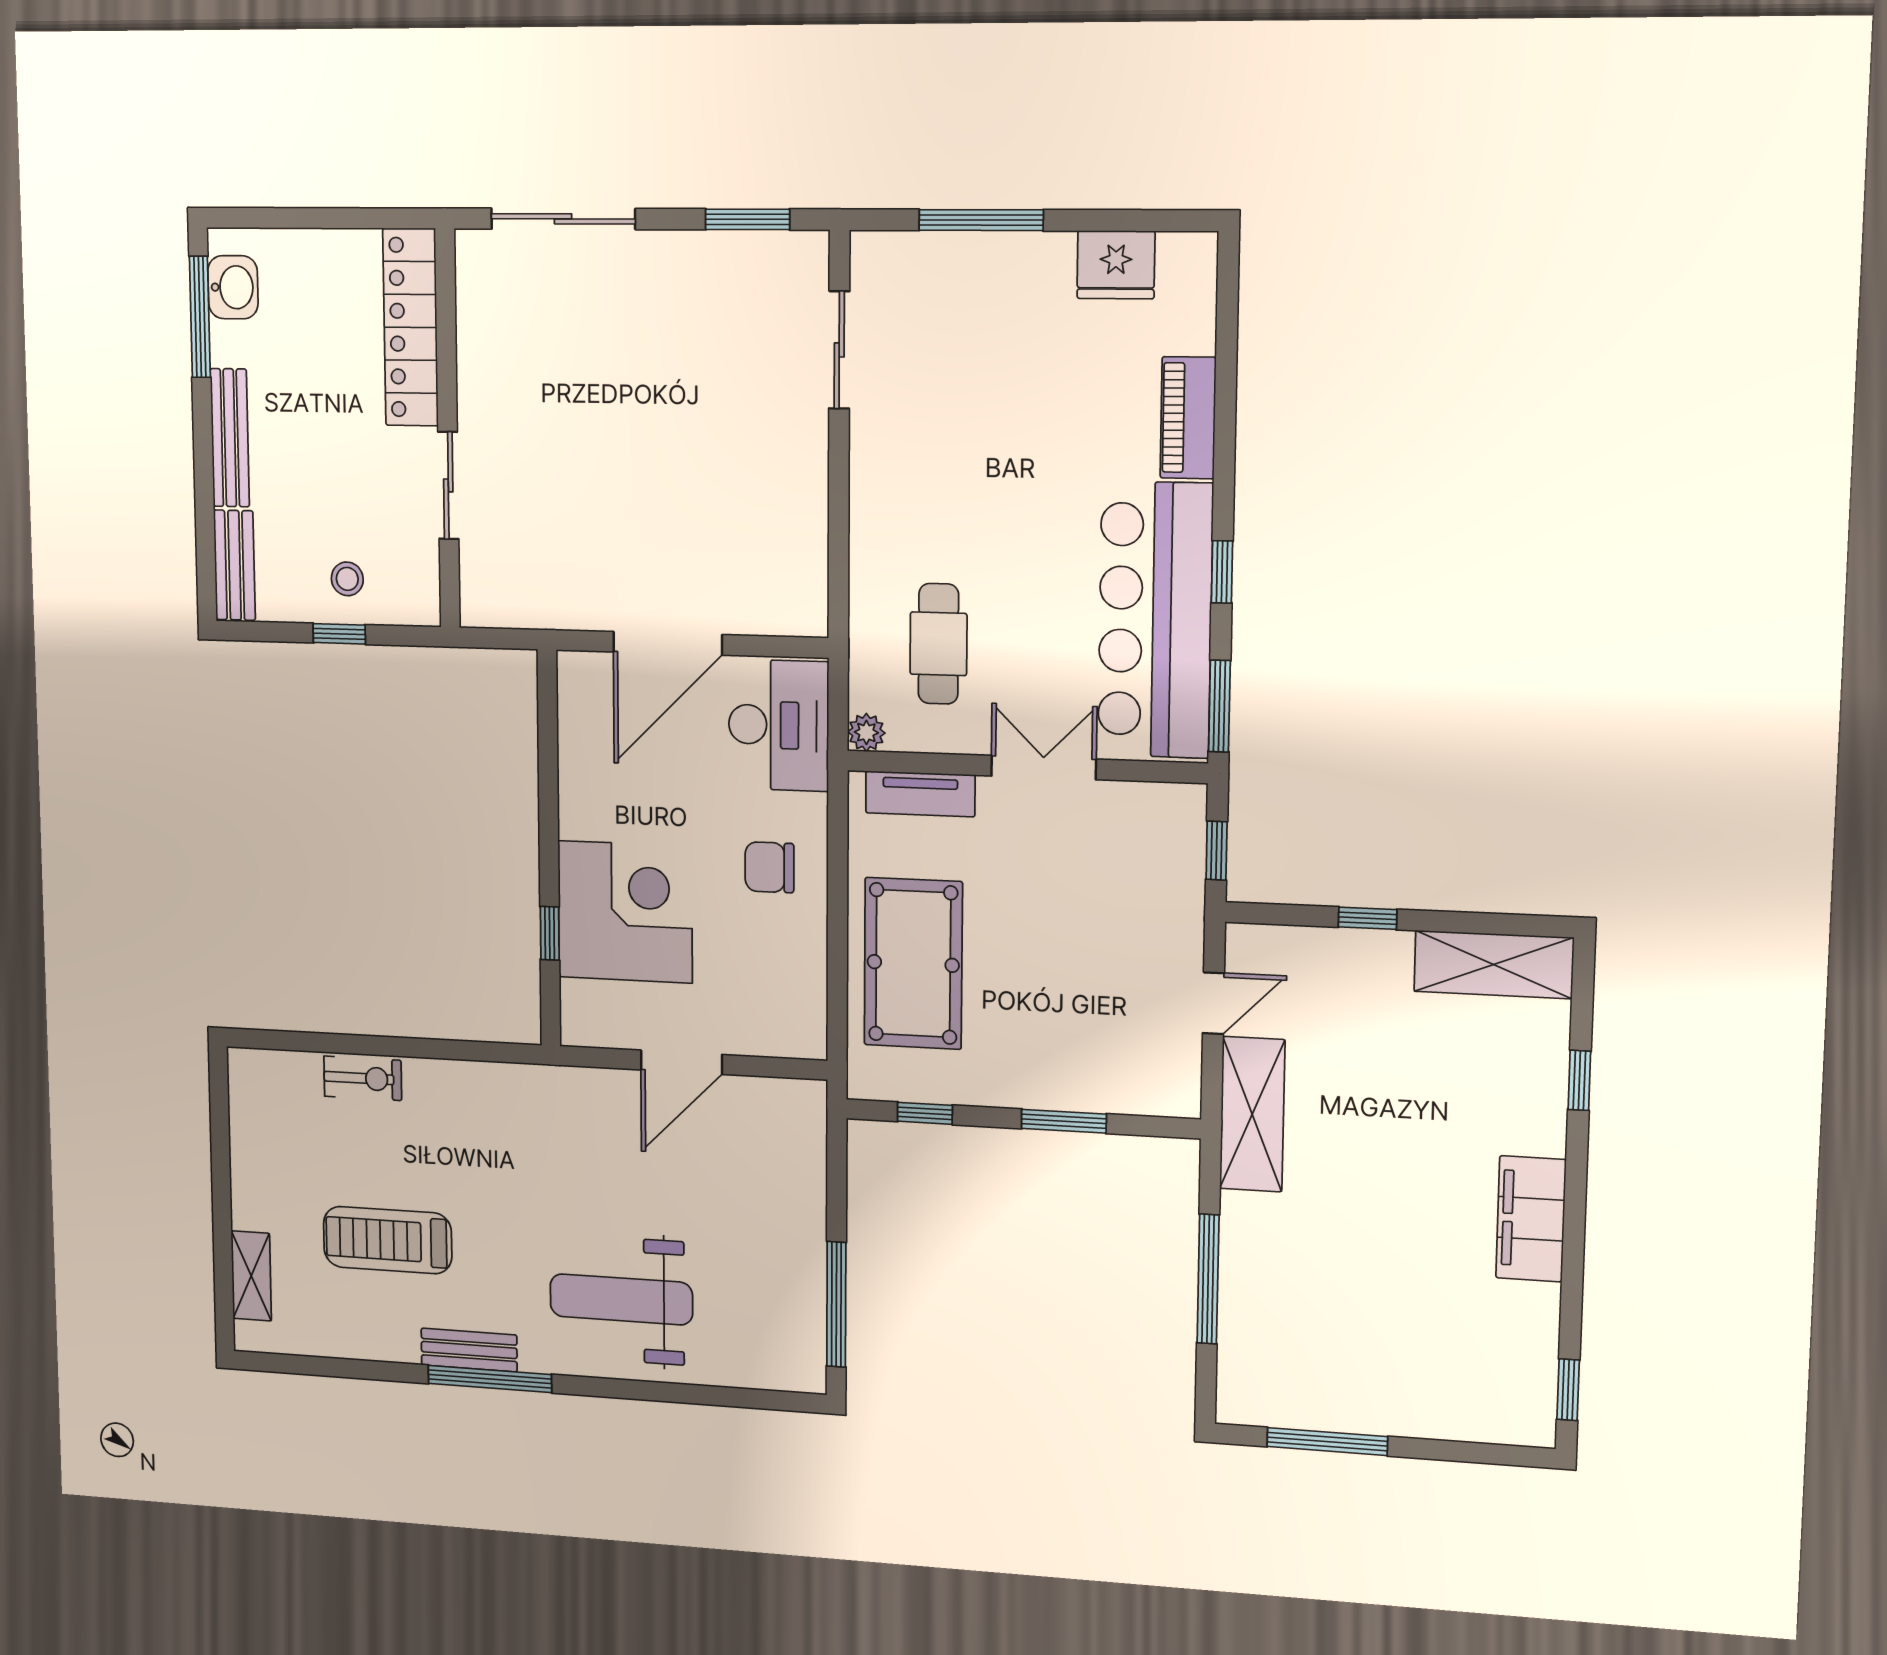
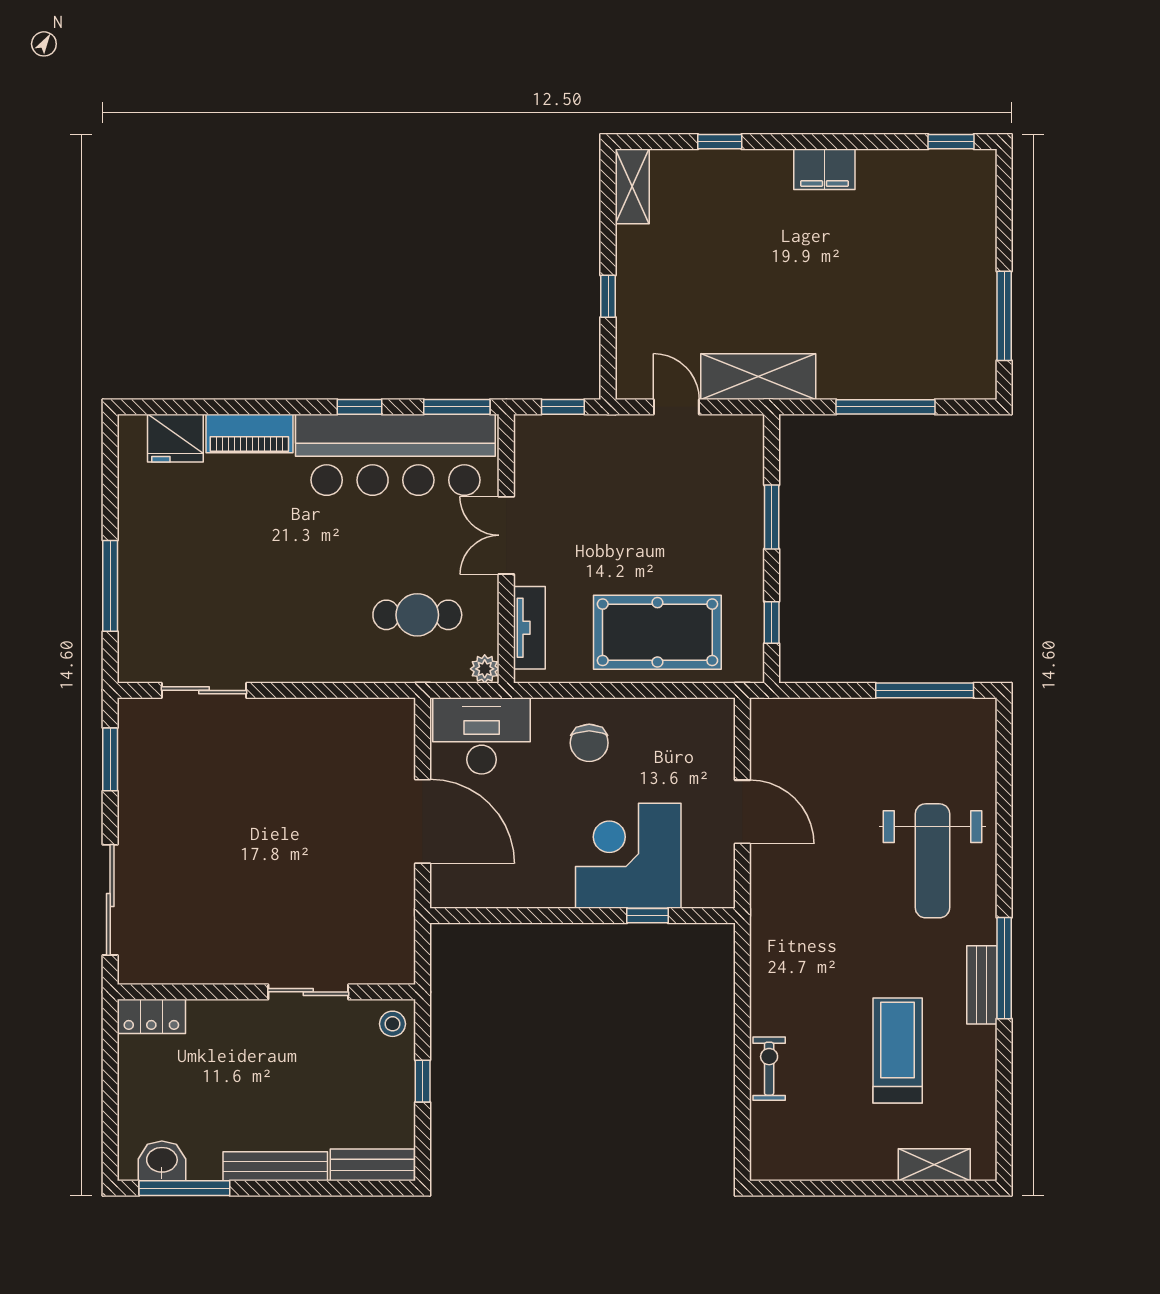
fridge: (1116, 265) -> (175, 438), moved, turned 90
locker: (411, 327) -> (151, 1016), width x0.46, depth x0.83
stool: (347, 579) -> (393, 1024), moved
shelving: (1494, 964) -> (632, 186), width x0.67, depth x0.75
filing cabinet: (1531, 1219) -> (824, 169), width x0.67, depth x0.86
treadmill: (388, 1240) -> (898, 1051), turned 180

